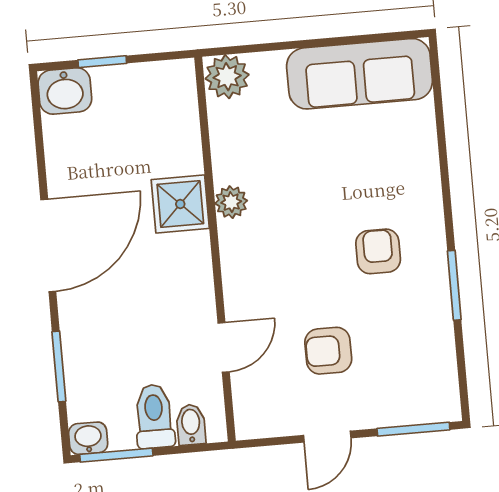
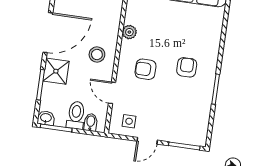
shower: (180, 204) -> (56, 71), moved
stool: (170, 269) -> (97, 55), added
door: (224, 347) -> (112, 93), swing flipped
armchair: (328, 351) -> (146, 69), moved
side table: (276, 402) -> (129, 121), added

